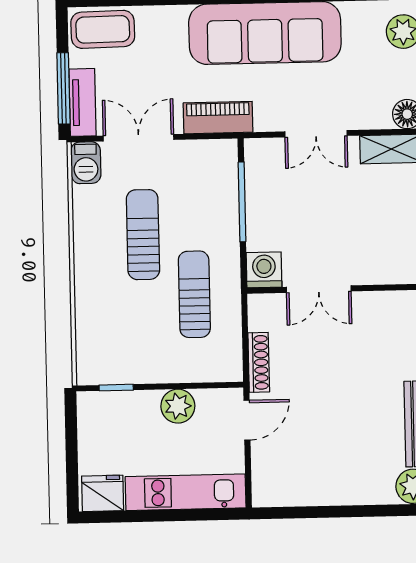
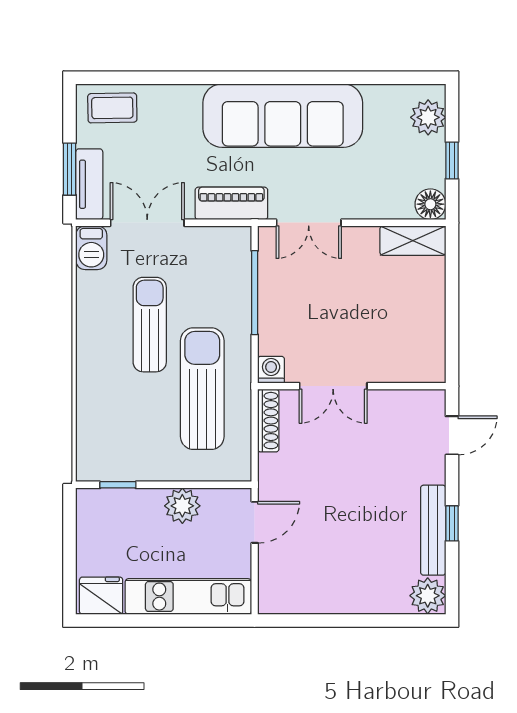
coffee table: (103, 29) -> (112, 108), width x0.73, depth x0.77
window: (63, 88) -> (70, 169), width x0.69
double door: (316, 134) -> (309, 223), moved
washing machine: (264, 270) -> (271, 370), width x0.73, depth x0.73
sun lounger: (194, 294) -> (202, 389), width x1.36, depth x1.34
shoe rack: (259, 362) -> (268, 421), moved

